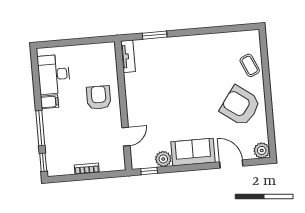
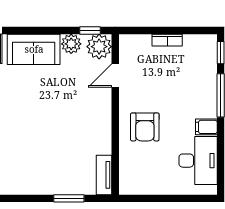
plant: (141, 159) -> (99, 47), added

